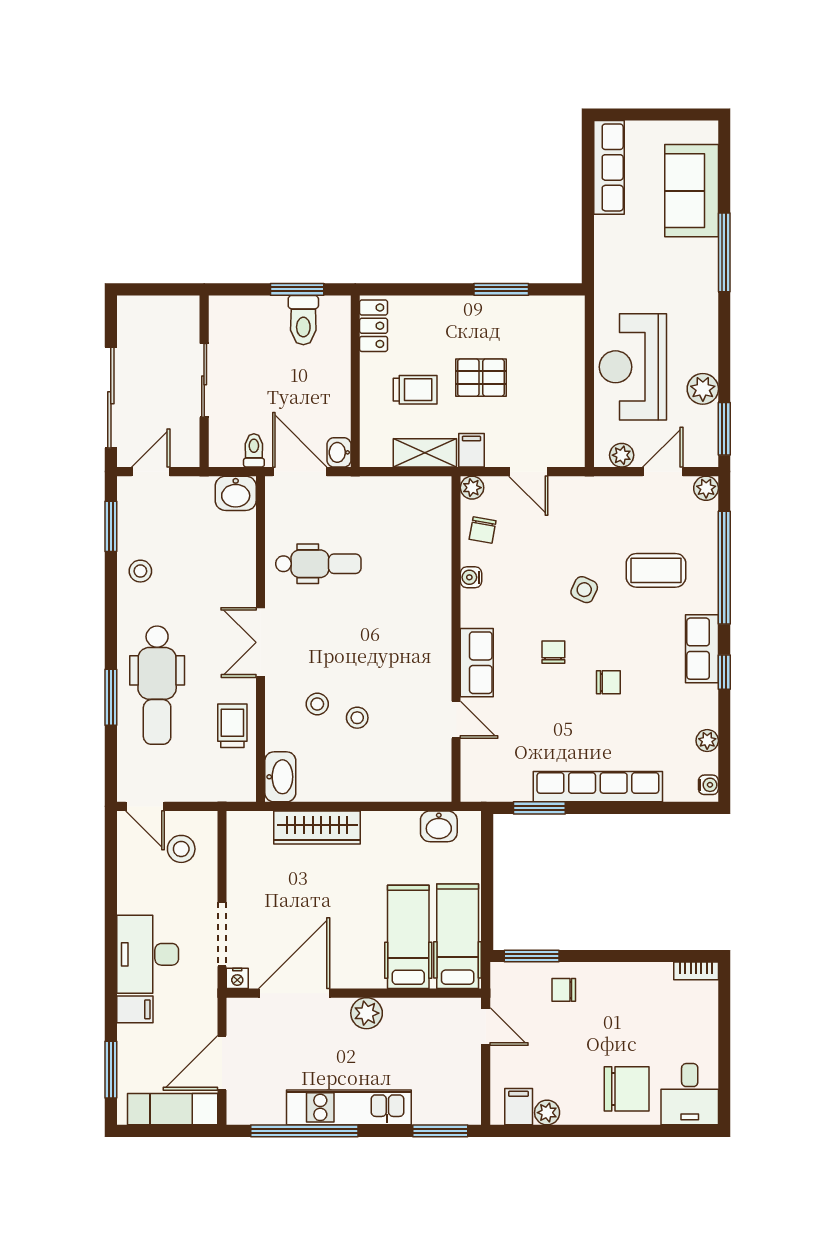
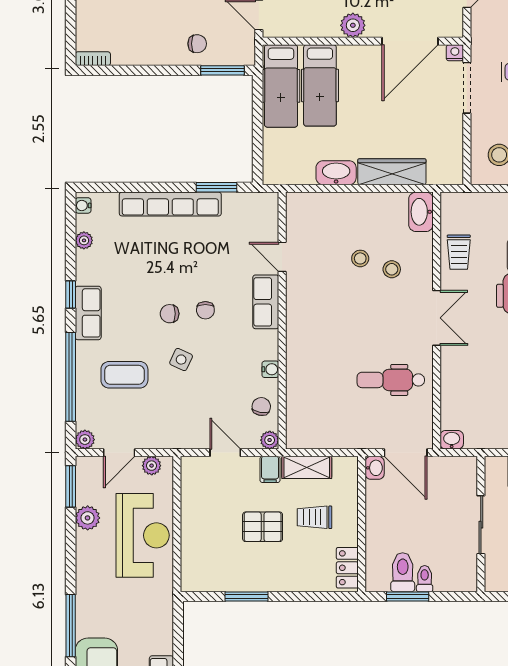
toilet: (254, 450) -> (425, 579), moved, turned 180
washbasin: (236, 493) -> (452, 440), width x0.72, depth x0.69
chair: (608, 682) -> (170, 314), moved
washbasin: (439, 826) -> (336, 173), moved, width x1.38

